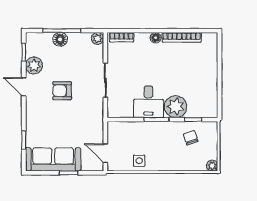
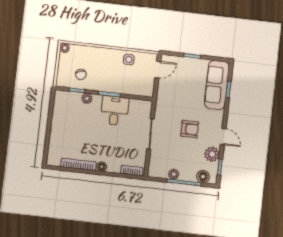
plant: (97, 38) -> (174, 174), moved
floor lamp: (60, 39) -> (203, 177), moved
plant: (176, 107) -> (87, 98), width x0.53, depth x0.53
door: (105, 153) -> (158, 70), hinge flipped
sofa: (53, 159) -> (217, 85), moved, turned 90

